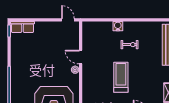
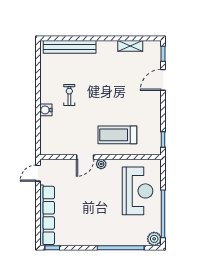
row of seats: (22, 27) -> (47, 215), width x2.02
treadmill: (121, 77) -> (117, 135), moved

